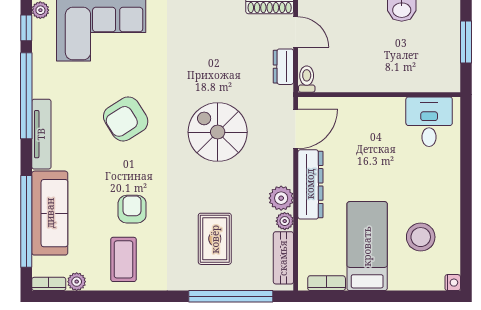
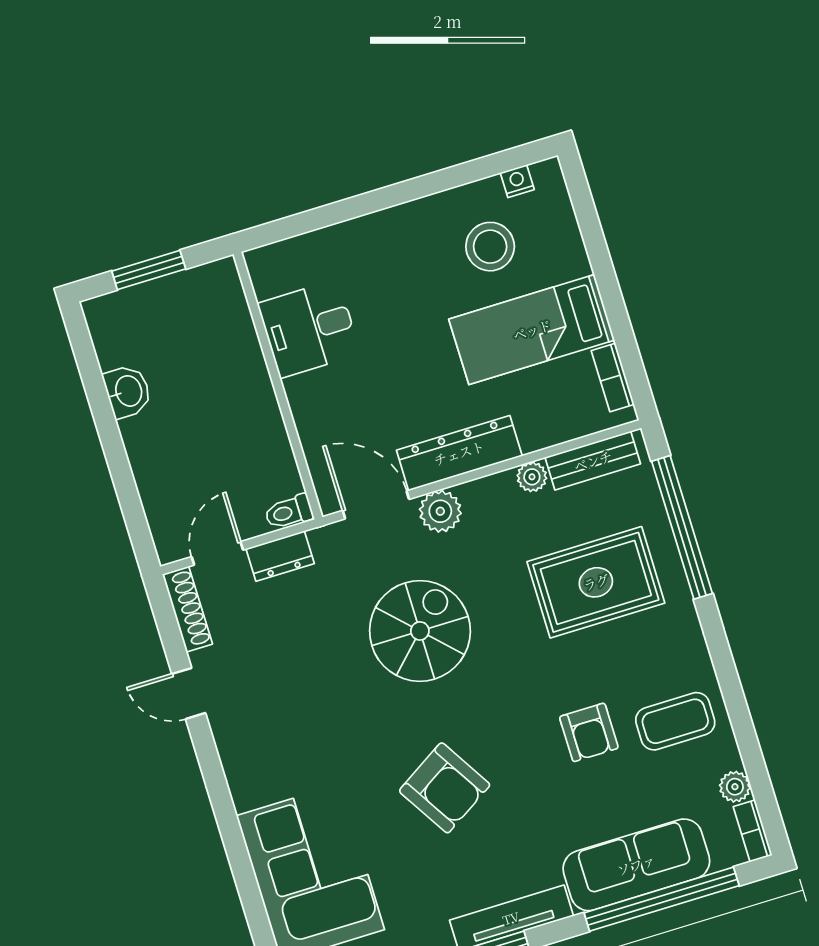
desk: (429, 122) -> (309, 329), moved
spiral stairs: (218, 132) -> (420, 631), turned 180
plant: (281, 198) -> (440, 511), moved
armchair: (132, 209) -> (589, 732), turned -90
rug: (215, 239) -> (596, 582), width x1.36, depth x1.43
nightstand: (453, 283) -> (517, 181), moved

